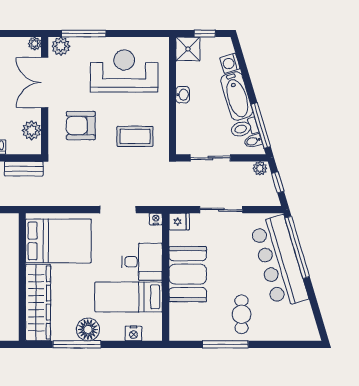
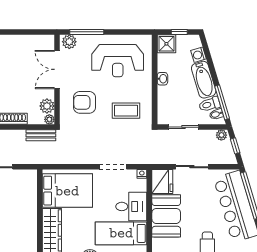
plant: (35, 43) -> (49, 119), moved
reception desk: (124, 71) -> (118, 61), turned 180
fridge: (179, 222) -> (162, 181), width x1.88, depth x1.34

